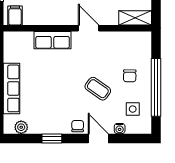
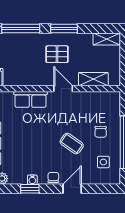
shelving: (135, 18) -> (93, 79), moved
water cooler: (120, 129) -> (32, 180), moved
door: (98, 138) -> (72, 189), hinge flipped

